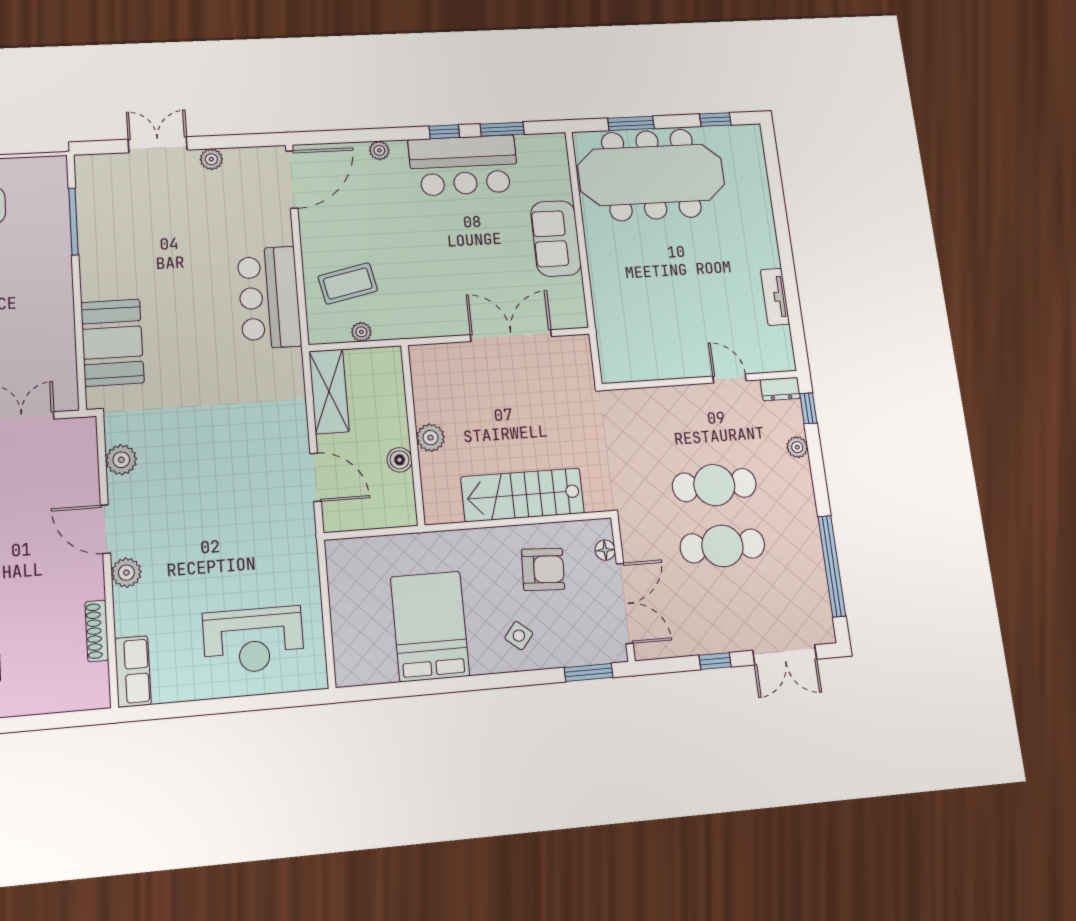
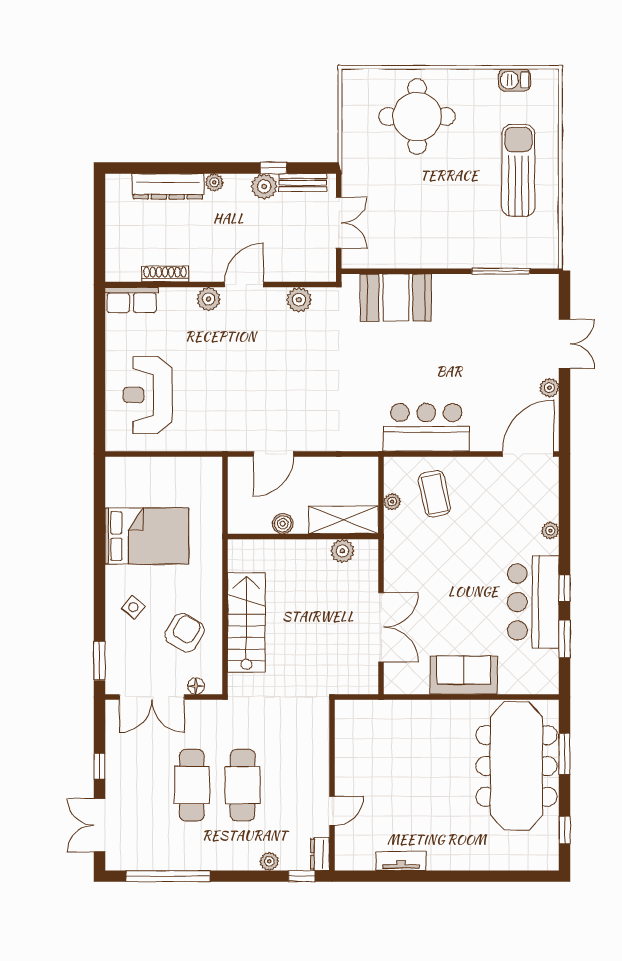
door: (292, 180) -> (528, 454), swing flipped
shelving: (329, 391) -> (344, 520), moved
plant: (431, 438) -> (342, 551), moved
armchair: (543, 569) -> (185, 633), turned -152

